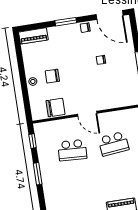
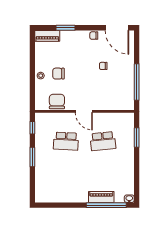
window: (66, 22) -> (65, 28), moved
chair: (55, 108) -> (57, 102), turned -90

